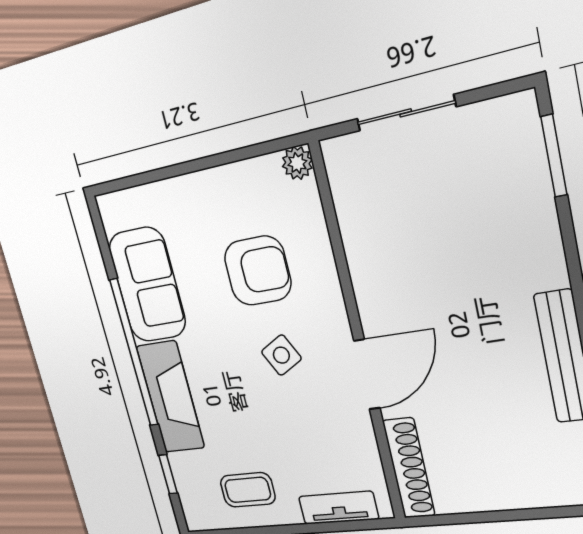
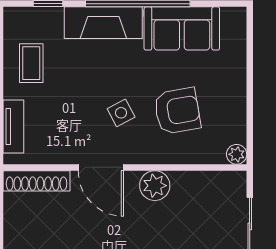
armchair: (258, 271) -> (177, 111), turned -100
plant: (375, 286) -> (155, 186), added

